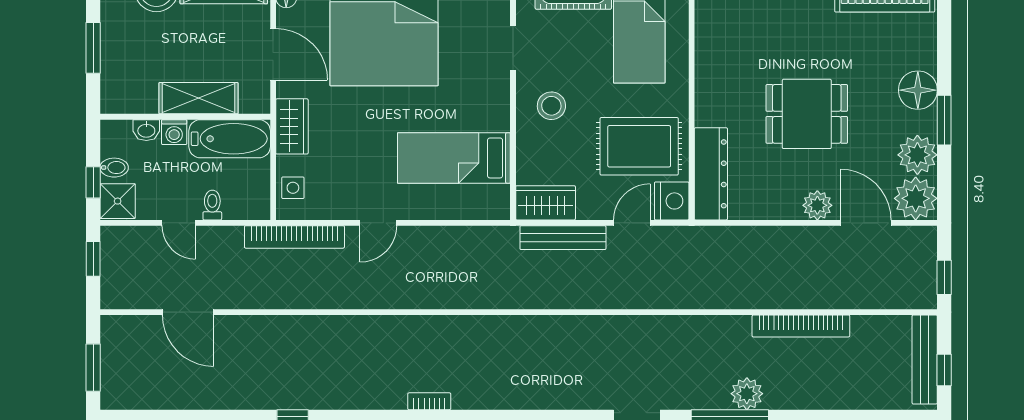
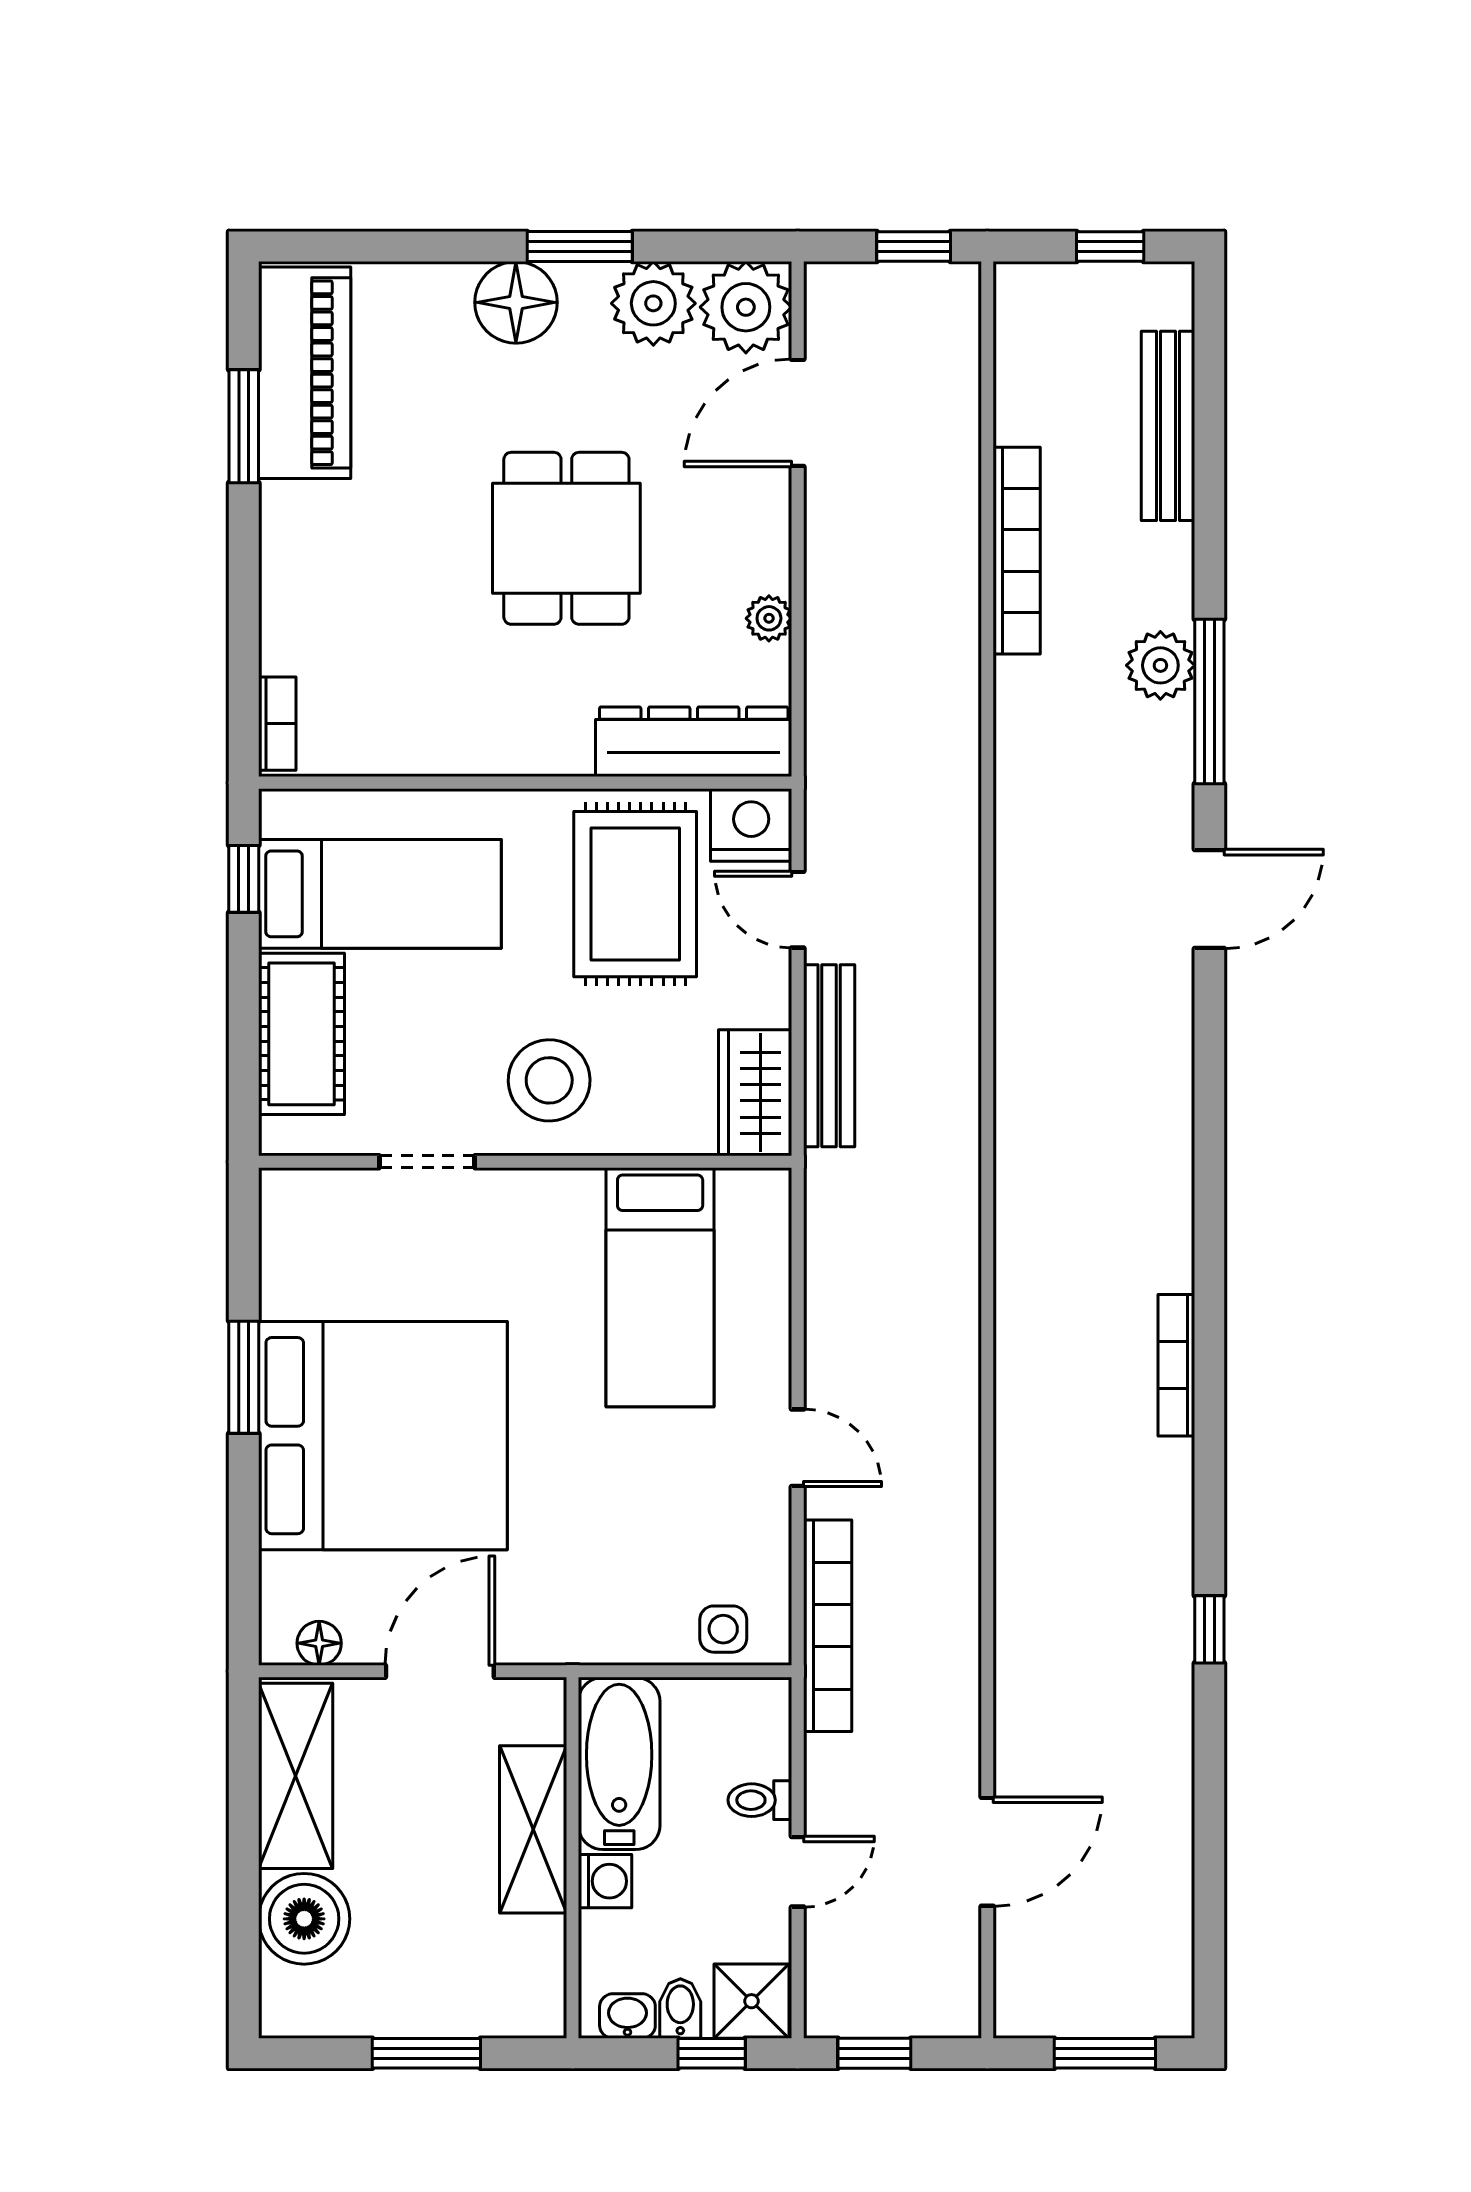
stool: (551, 106) -> (549, 1080), width x1.38, depth x1.38
wardrobe: (292, 126) -> (593, 1631), removed
washbasin: (146, 130) -> (627, 2016), moved, turned -90
plant: (817, 205) -> (769, 618), moved, width x0.73, depth x0.73
bench: (925, 360) -> (1168, 426), moved, turned 90
bookcase: (429, 401) -> (1176, 1365), width x1.56

